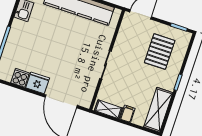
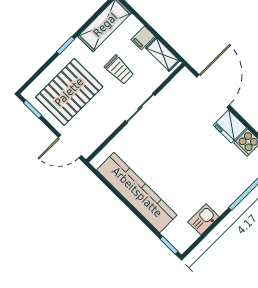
pallet: (160, 52) -> (69, 92), width x1.37, depth x1.41
trolley: (133, 84) -> (119, 70), added

